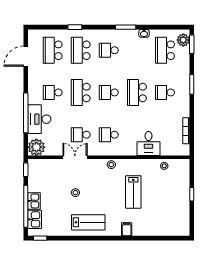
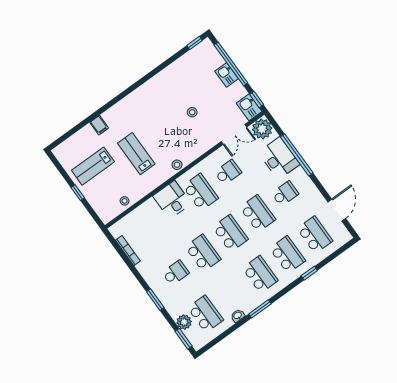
plant: (183, 40) -> (184, 322), moved
school desk: (109, 50) -> (260, 274), width x1.85
school desk: (109, 92) -> (230, 233), width x1.85
school desk: (109, 135) -> (201, 192), width x1.85
desk: (148, 144) -> (172, 200), moved
double door: (75, 157) -> (234, 134), moved
kitchen sink: (35, 219) -> (249, 107), moved
lab bench: (88, 222) -> (93, 166), moved
filing cabinet: (127, 229) -> (99, 125), moved

